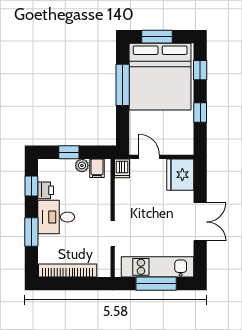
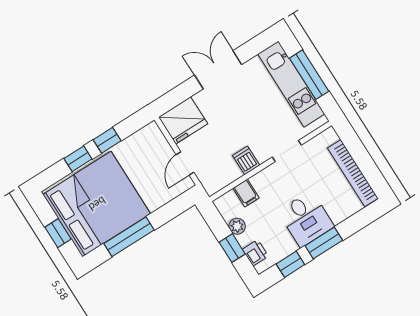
window: (157, 37) -> (58, 233), width x0.67
window: (200, 70) -> (78, 159), moved
filing cabinet: (97, 168) -> (246, 193), moved, turned 90
dishwasher: (122, 168) -> (246, 160), moved, turned -90
printer: (46, 190) -> (255, 253), moved, turned 90
window: (31, 232) -> (324, 243), moved

